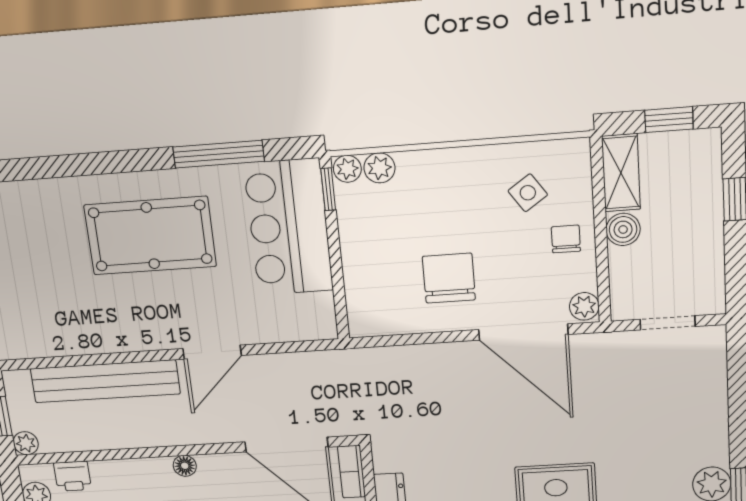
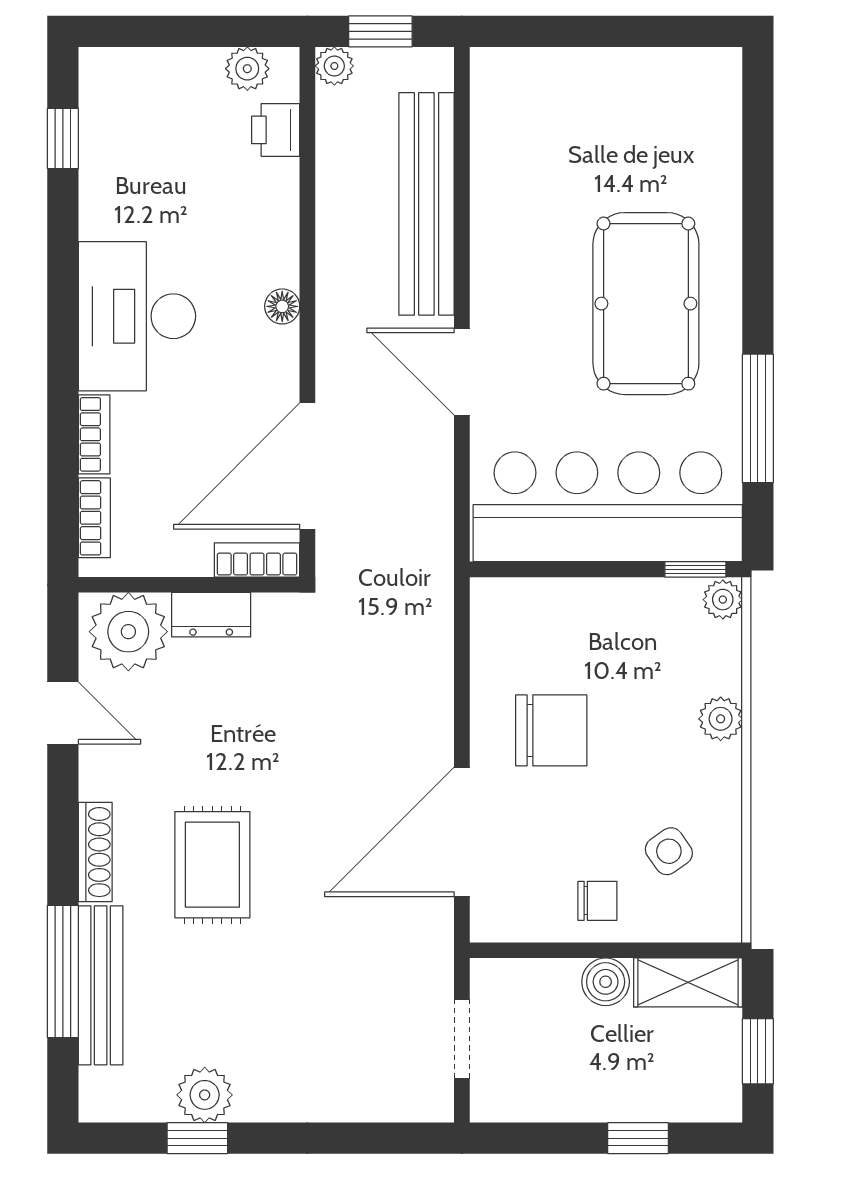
plant: (379, 168) -> (721, 719), moved
bar counter: (289, 227) -> (608, 507), width x1.36
plant: (584, 306) -> (495, 921), removed

